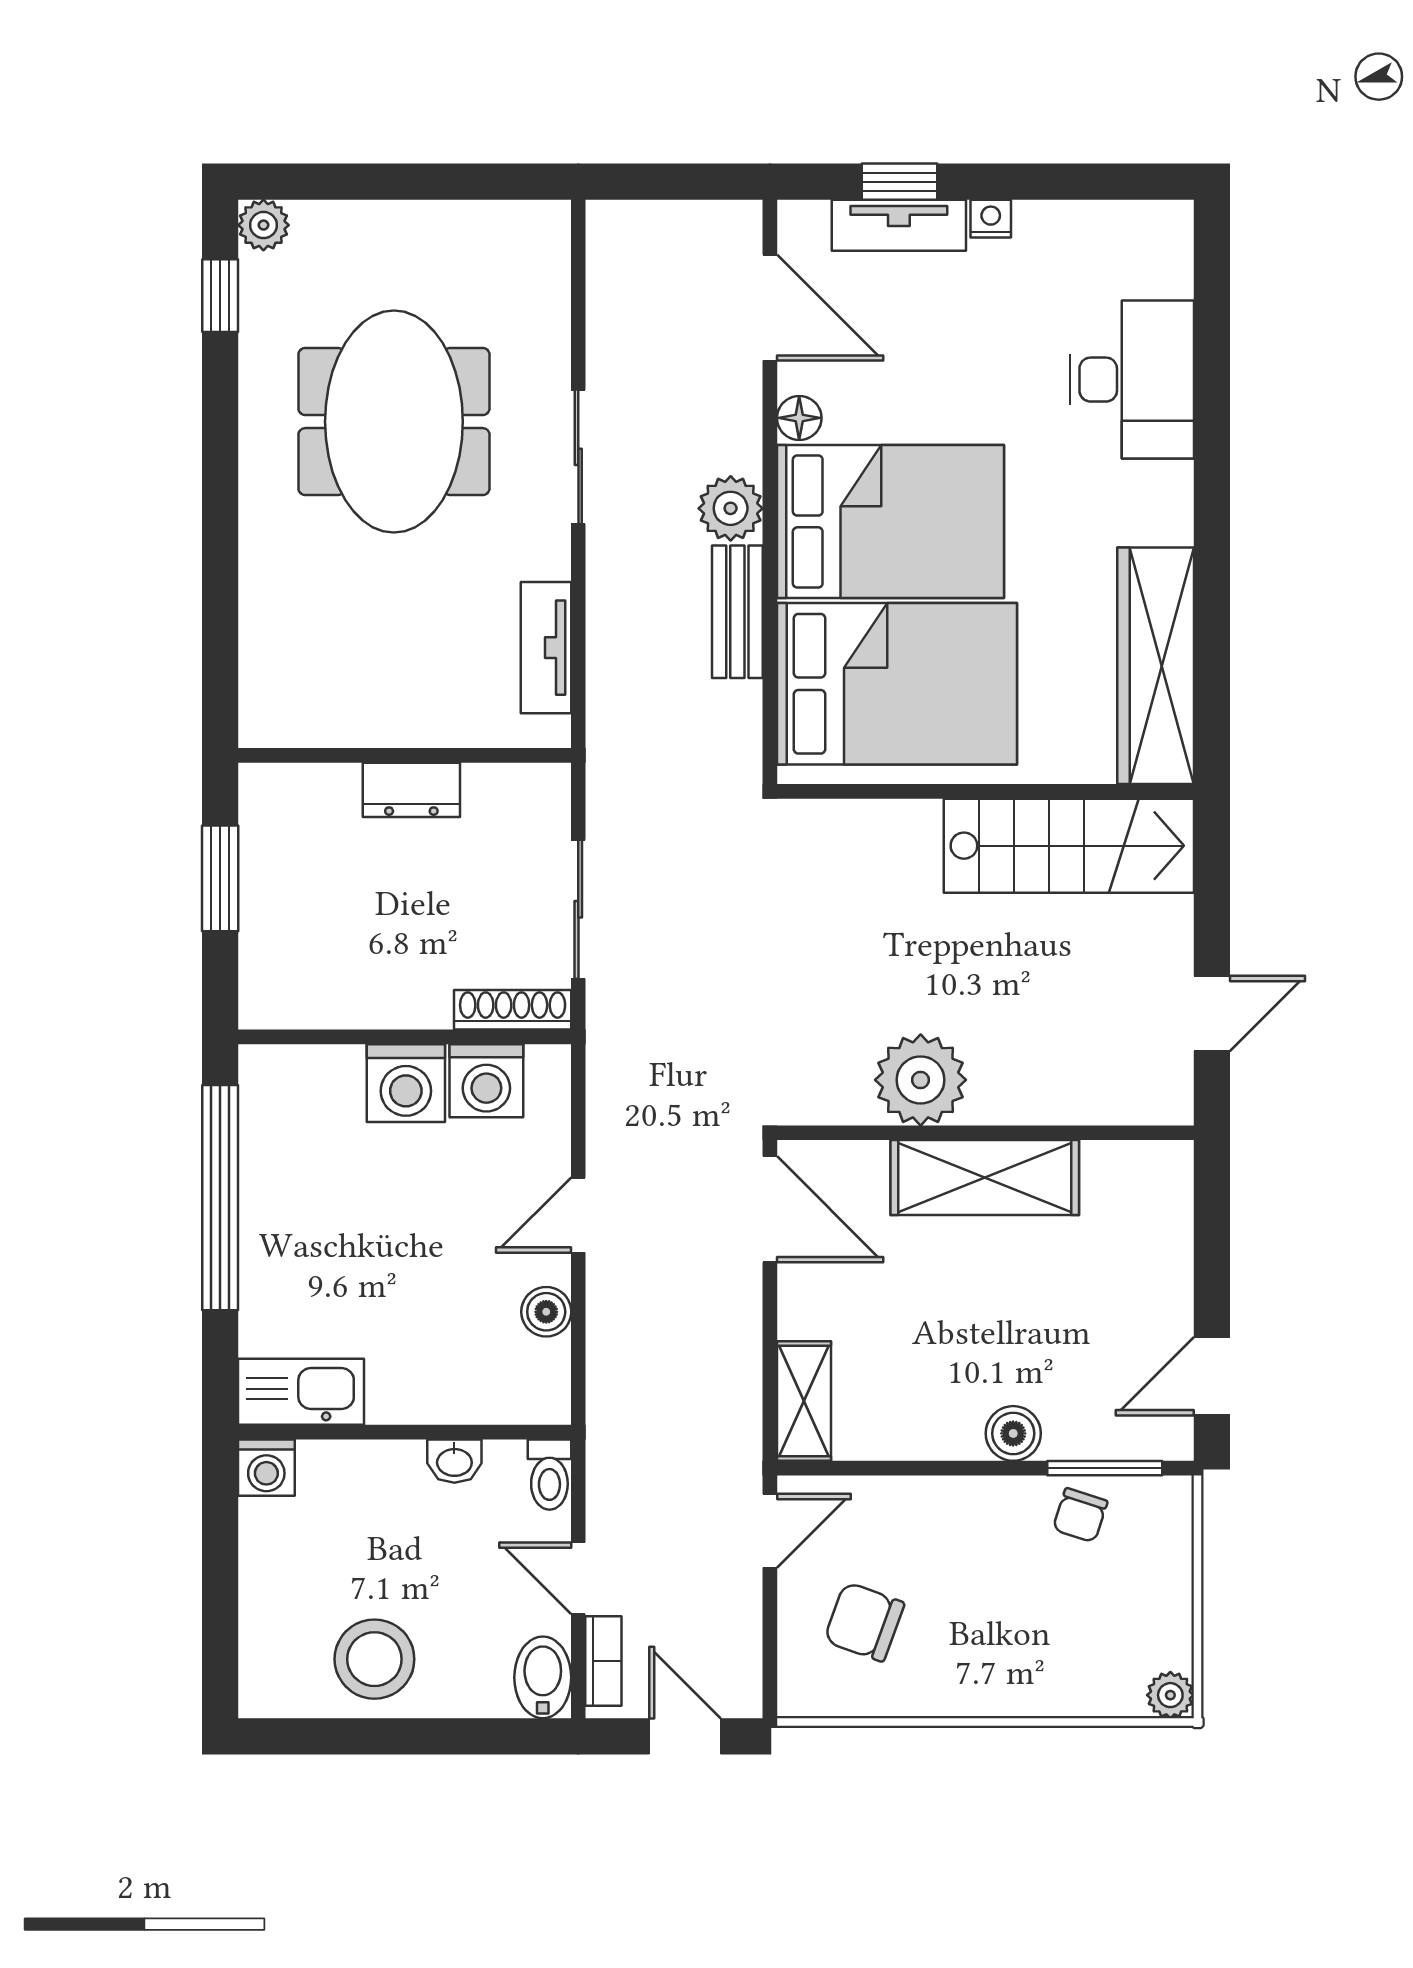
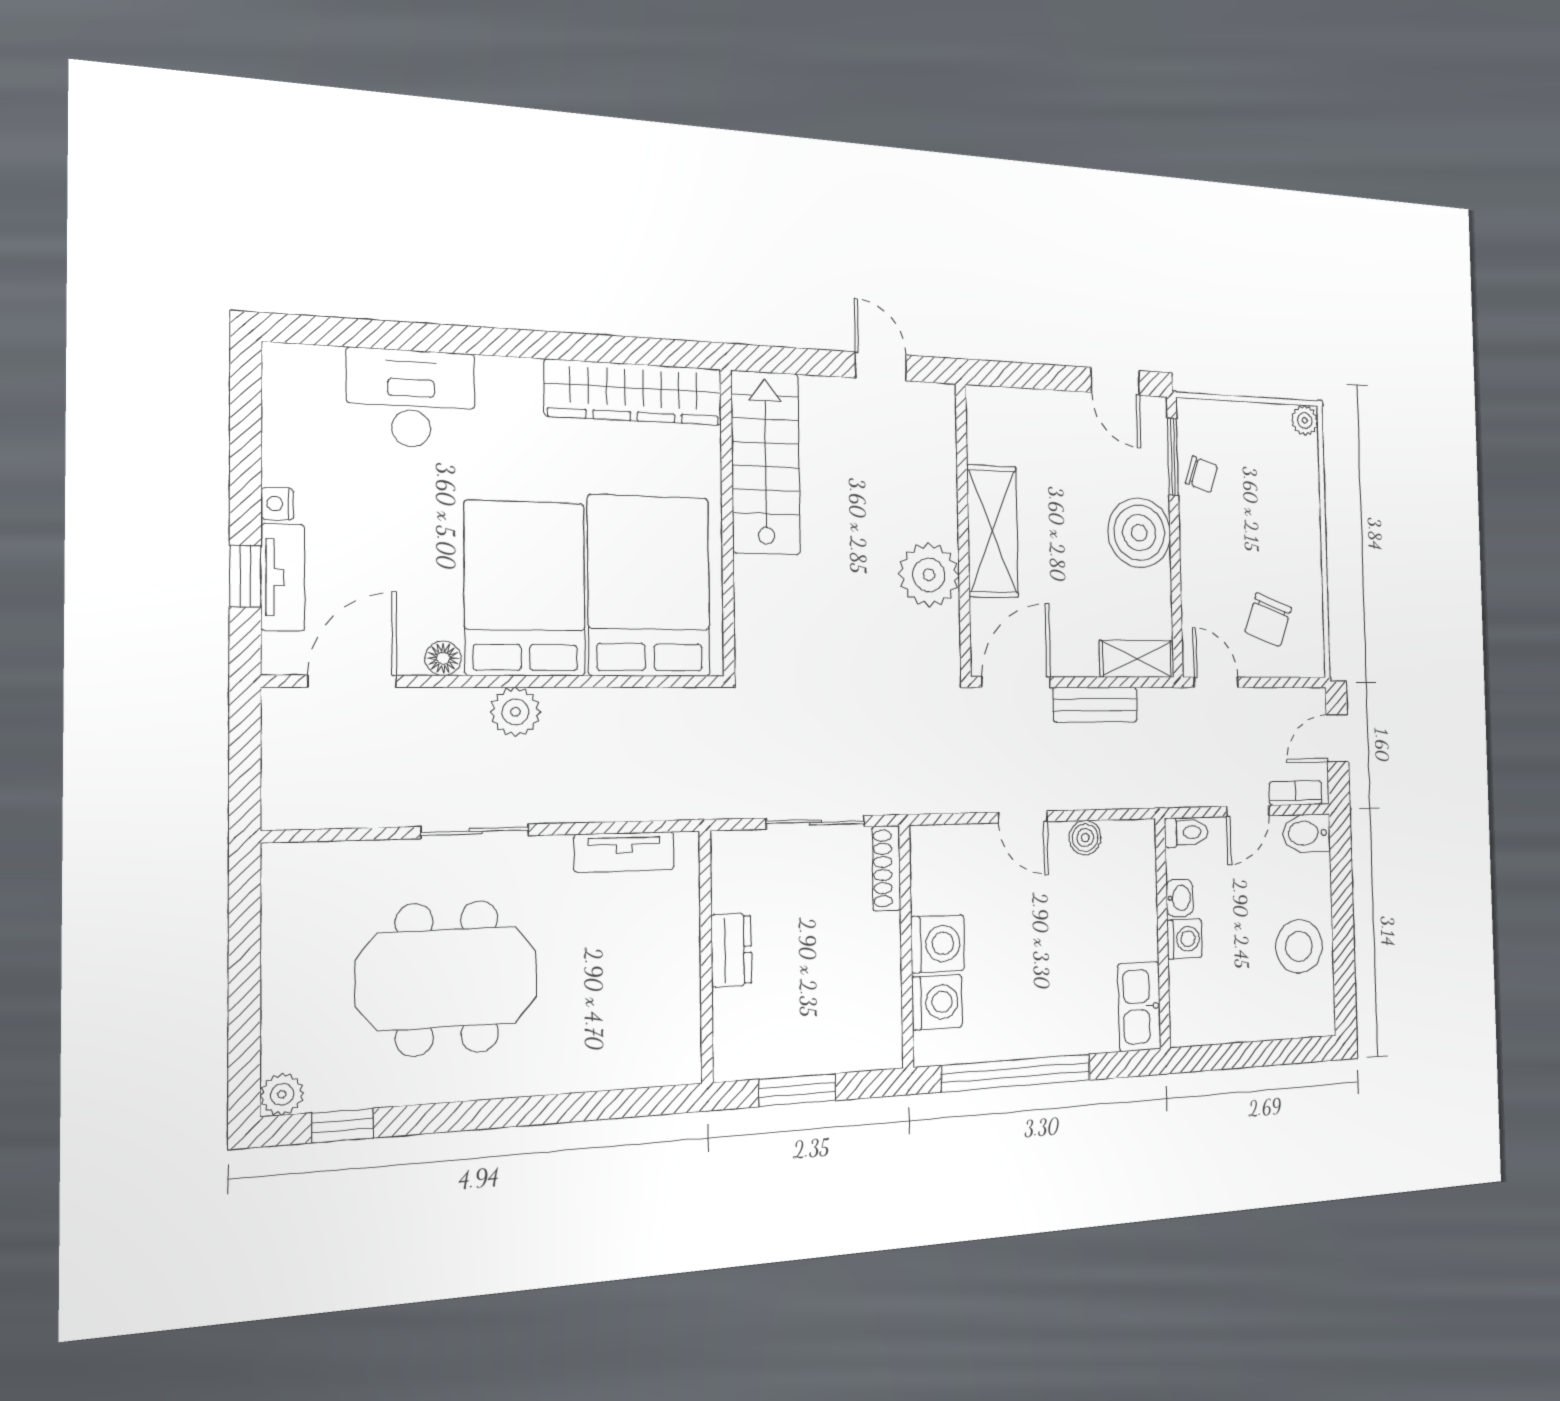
bench: (737, 612) -> (1095, 705), moved
washing machine: (486, 1081) -> (937, 1002), moved
boiler: (1013, 1433) -> (1139, 533), width x1.86, depth x1.86
washing machine: (266, 1468) -> (1185, 939), moved

